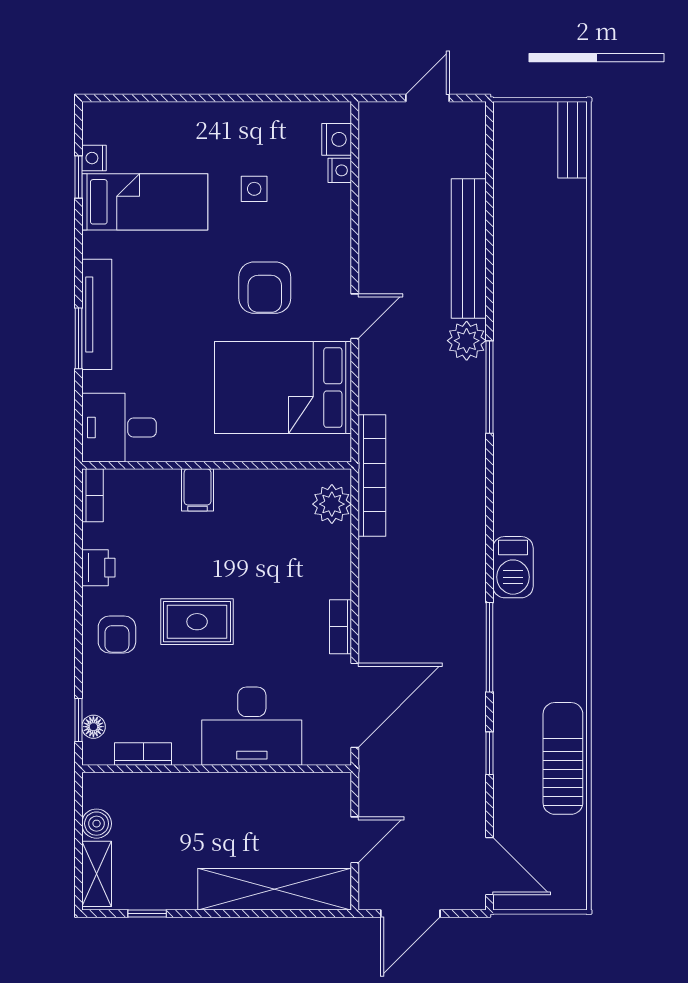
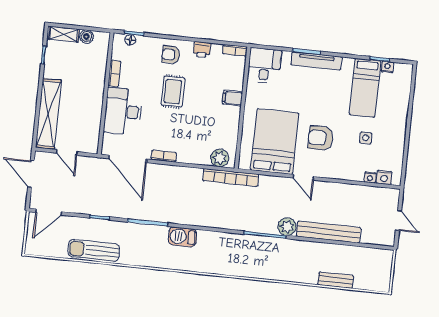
bench: (573, 140) -> (335, 280), moved
bookcase: (143, 754) -> (114, 73), moved
sun lounger: (563, 758) -> (94, 250), turned 180

